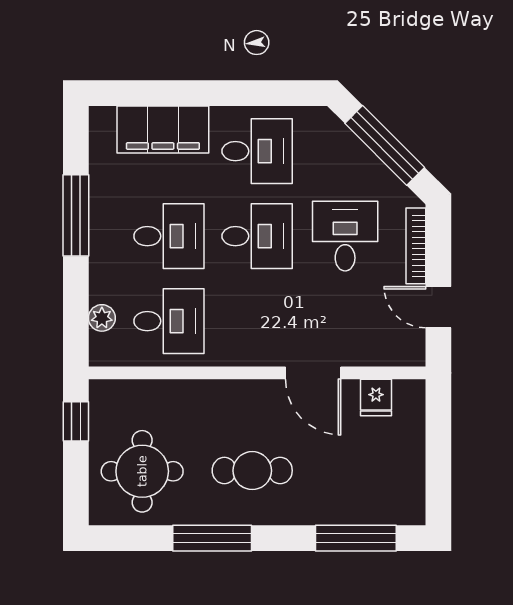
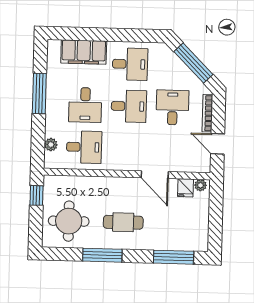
desk: (169, 236) -> (85, 105), turned 90
plant: (406, 391) -> (200, 185), added

